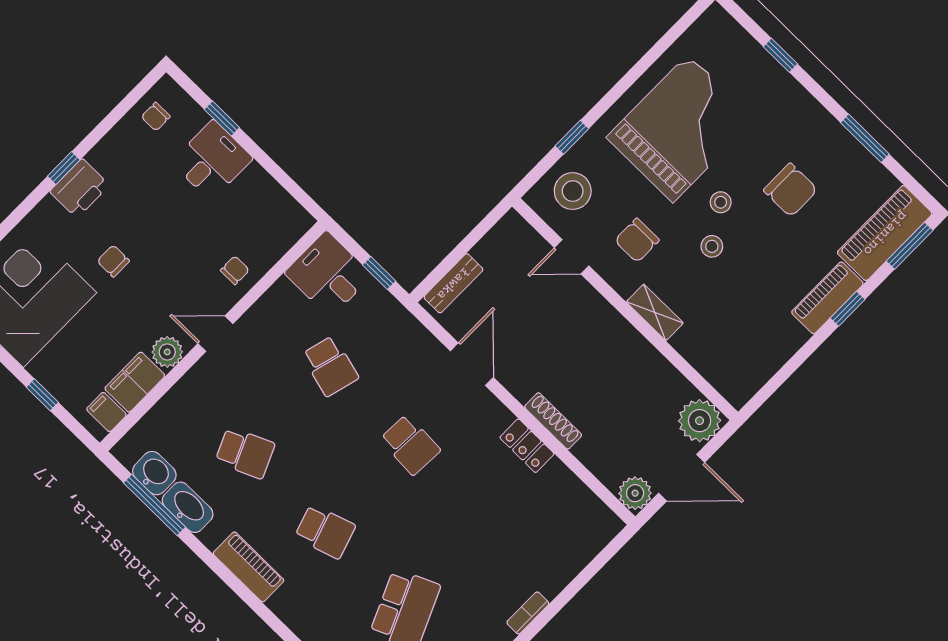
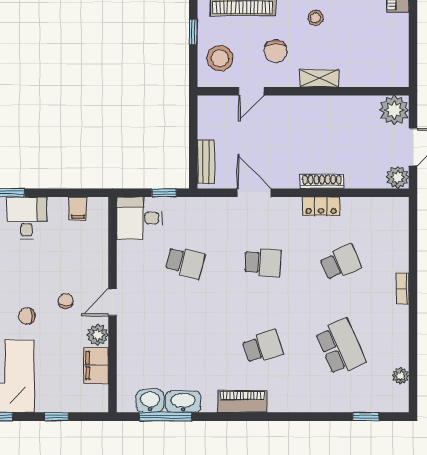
chair: (235, 270) -> (66, 301), moved
filing cabinet: (106, 412) -> (78, 209), moved, turned -90
school desk: (245, 453) -> (341, 263), moved

